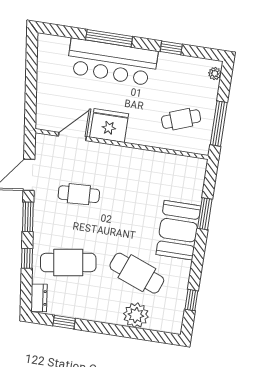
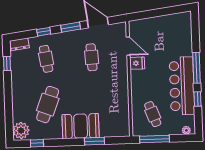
window: (109, 38) -> (197, 68), moved
bar counter: (112, 62) -> (182, 86), moved
fridge: (109, 125) -> (137, 63), width x0.53, depth x0.75
cafe table: (68, 263) -> (46, 59), width x0.73, depth x0.74
plant: (136, 315) -> (21, 131), moved

